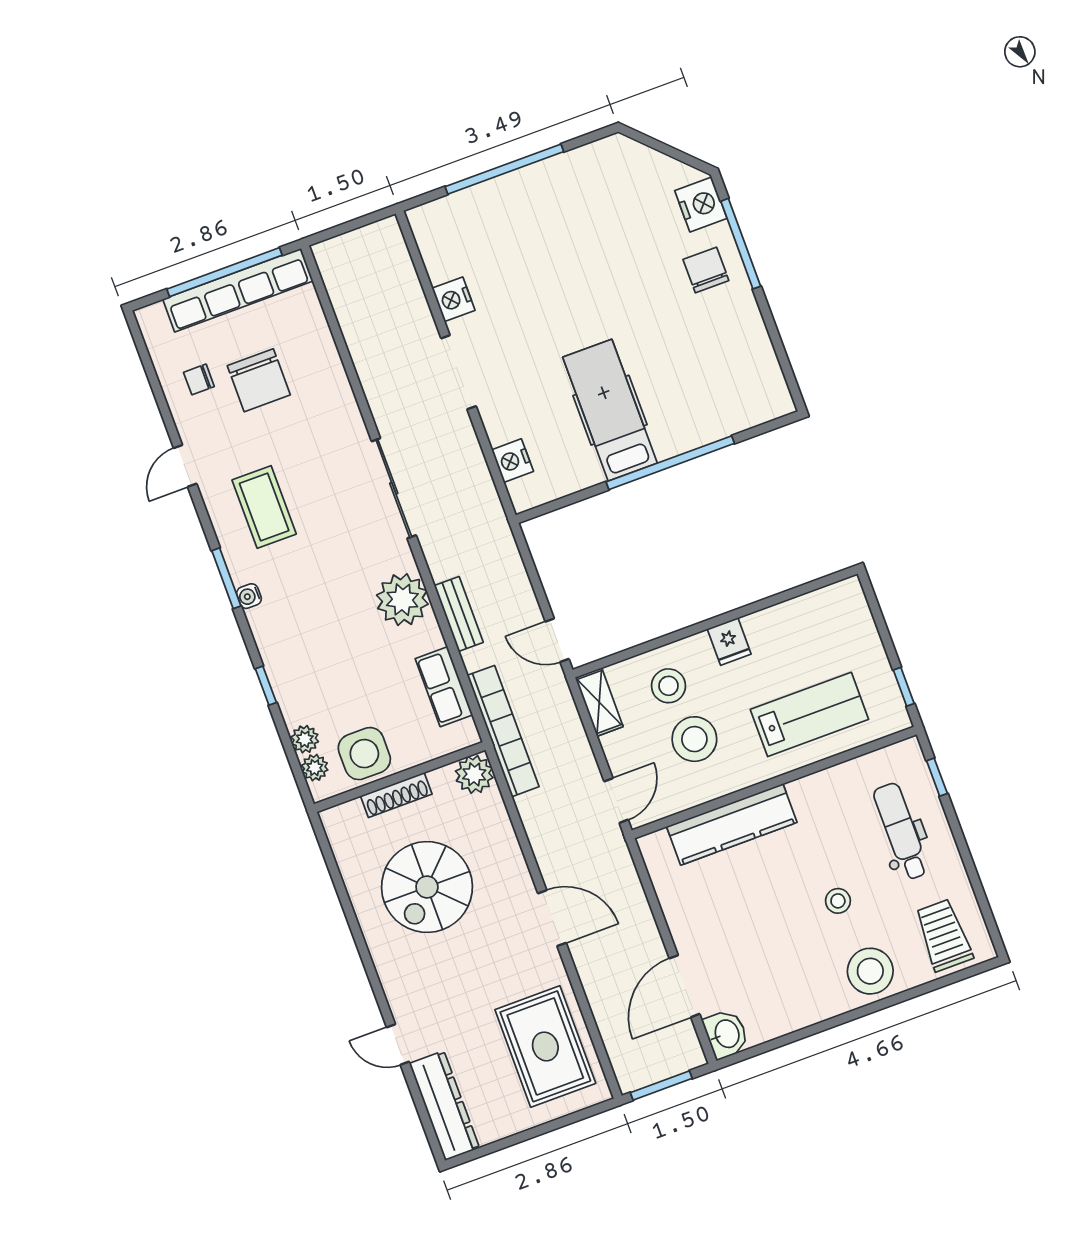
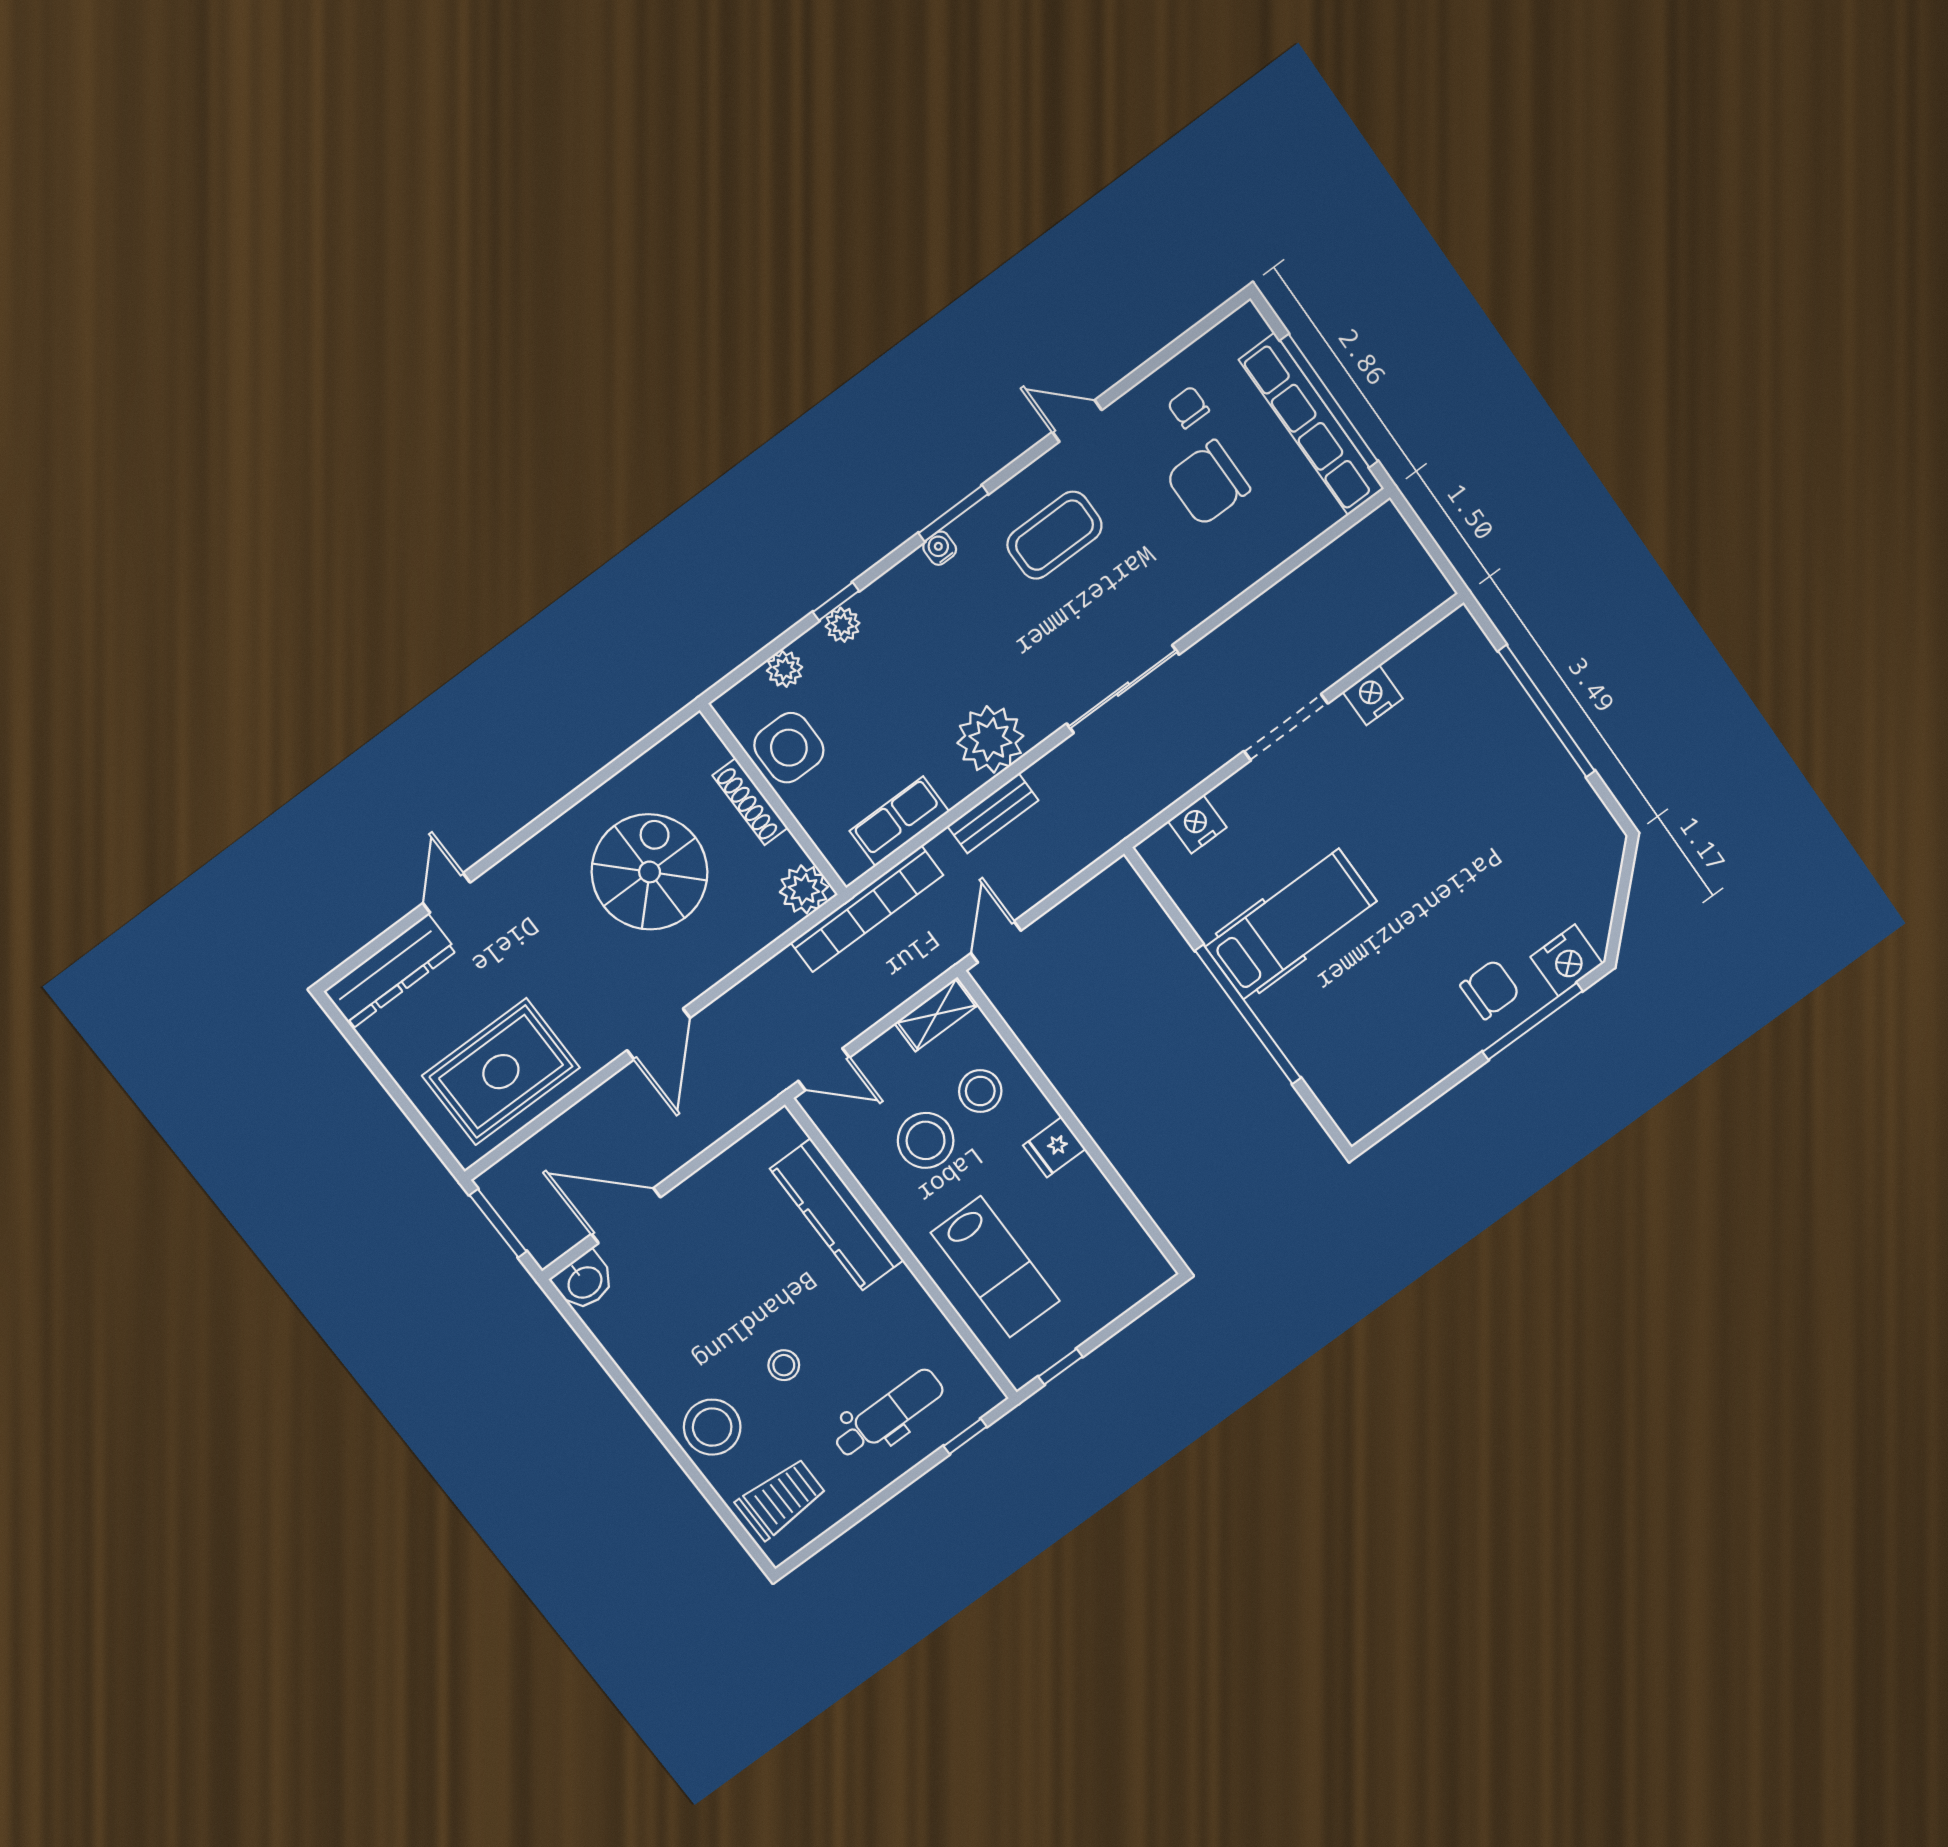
plant: (315, 768) -> (843, 625), moved
spiral stairs: (427, 887) -> (650, 872), turned 90

